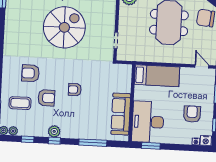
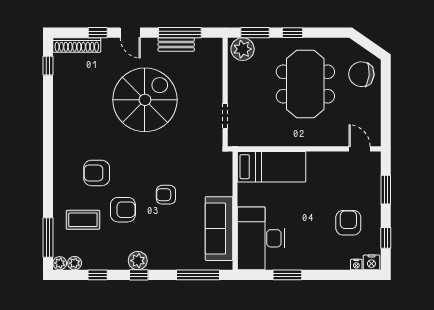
bed: (157, 76) -> (272, 167), moved
wall: (132, 103) -> (235, 211), moved
sofa: (121, 114) -> (219, 229), moved
desk: (148, 122) -> (261, 238), moved

